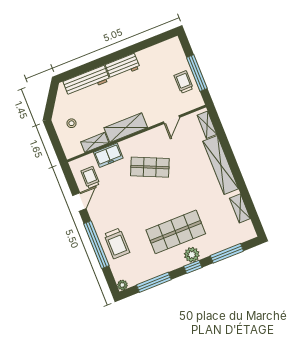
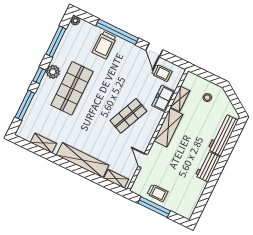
trolley: (117, 243) -> (104, 45), turned -90
plant: (192, 255) -> (53, 72), moved

